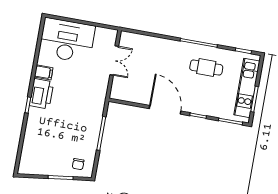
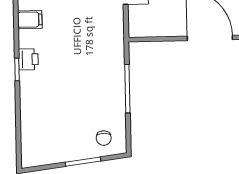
printer: (41, 94) -> (28, 59), width x0.53, depth x0.68

